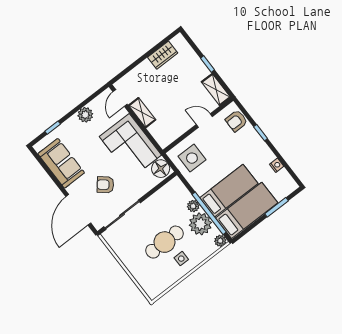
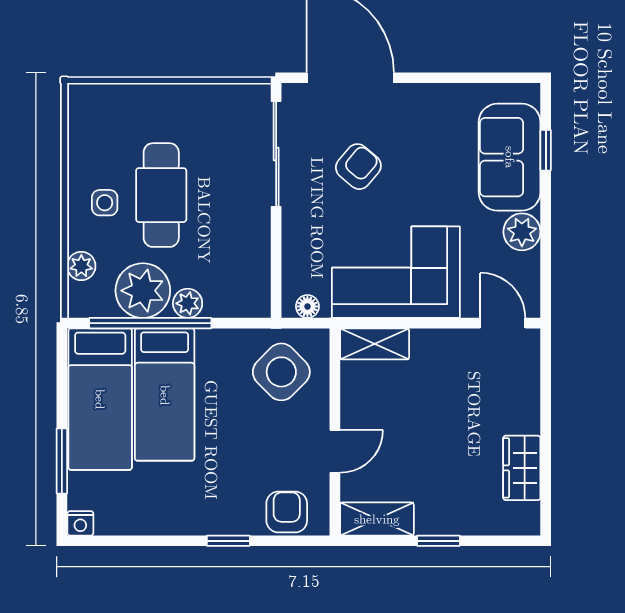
shelving: (142, 113) -> (375, 344), moved
side table: (192, 158) -> (281, 372), turned 45
sofa: (61, 163) -> (510, 157), moved, turned 90
nightstand: (277, 165) -> (80, 523), moved
floor lamp: (161, 169) -> (307, 306), width x0.53, depth x0.53
plant: (220, 241) -> (81, 266), moved

